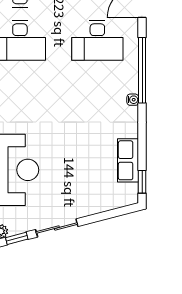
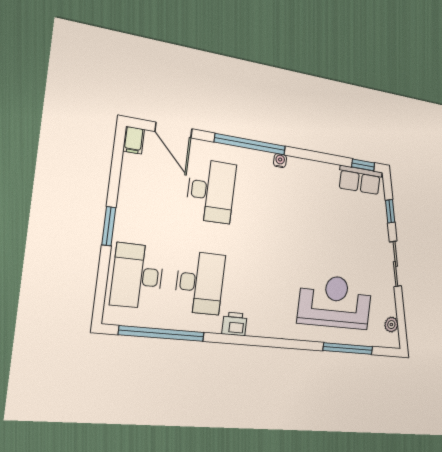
row of seats: (128, 160) -> (360, 180), moved
window: (17, 238) -> (390, 211), moved

